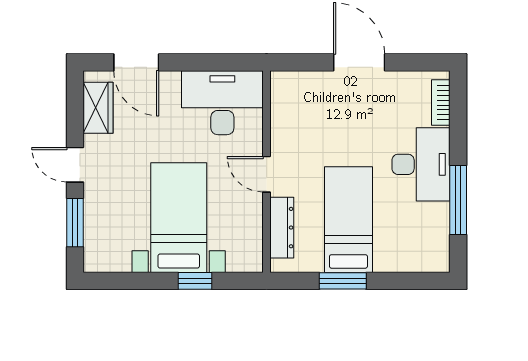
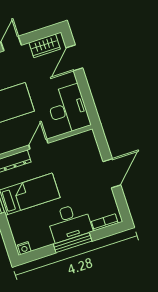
window: (458, 200) -> (73, 243), moved
nightstand: (440, 258) -> (24, 248), added

